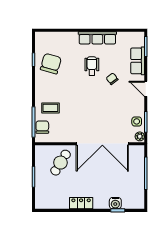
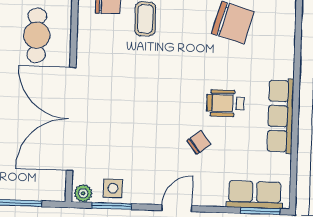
row of seats: (138, 61) -> (255, 195), moved
wheelchair: (92, 66) -> (225, 103), turned 180
cafe table: (61, 163) -> (37, 35), turned 58

